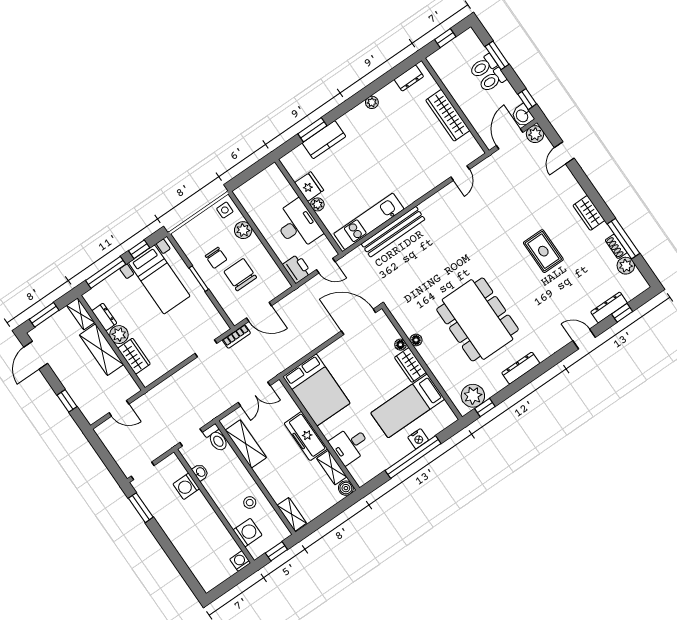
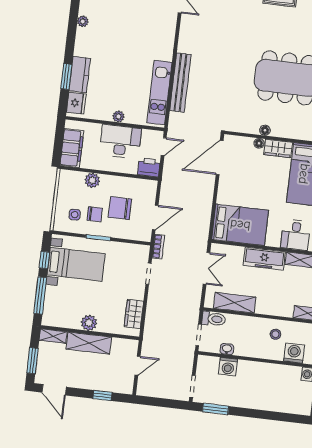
fridge: (309, 187) -> (76, 103), moved, turned 90
filing cabinet: (255, 188) -> (72, 148), added
side table: (225, 210) -> (75, 215), moved
dresser: (104, 317) -> (69, 322), removed
wardrobe: (134, 356) -> (134, 314), moved, turned -90

